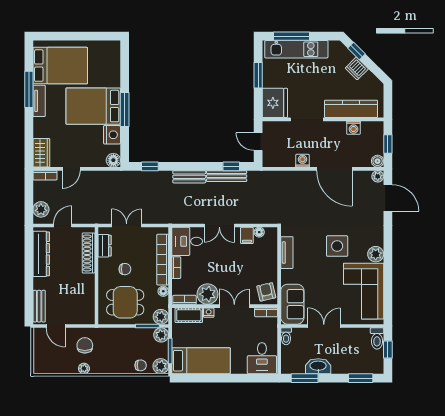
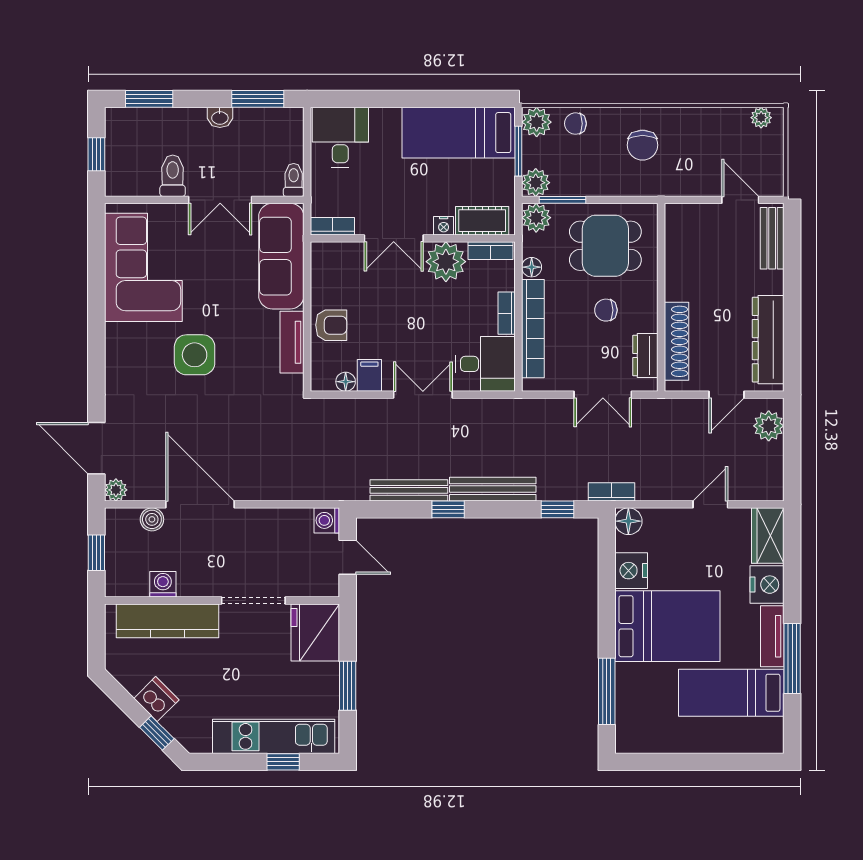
window: (291, 36) -> (283, 762), width x0.46
bed: (60, 66) -> (731, 693), width x0.67
window: (125, 110) -> (607, 691), moved
nightstand: (42, 128) -> (767, 585), added
washing machine: (302, 161) -> (327, 520), moved, turned 90
boiler: (378, 161) -> (152, 519), moved
window: (231, 166) -> (448, 509), moved
bookcase: (45, 175) -> (612, 492), moved
bench: (189, 177) -> (493, 489), width x1.36
plant: (376, 254) -> (120, 339), removed
armchair: (266, 292) -> (331, 325), moved, turned -77
sofa: (292, 304) -> (281, 256), width x1.36
toilet: (377, 338) -> (173, 176), moved
chair: (85, 345) -> (643, 145), moved
washbasin: (318, 366) -> (220, 117), width x0.52, depth x0.69
plant: (84, 368) -> (761, 118), moved

